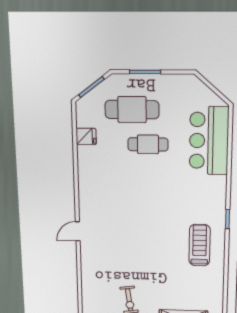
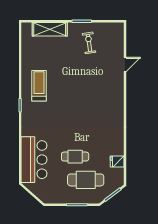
door: (78, 231) -> (125, 64), moved
treadmill: (200, 245) -> (39, 86), turned 180

